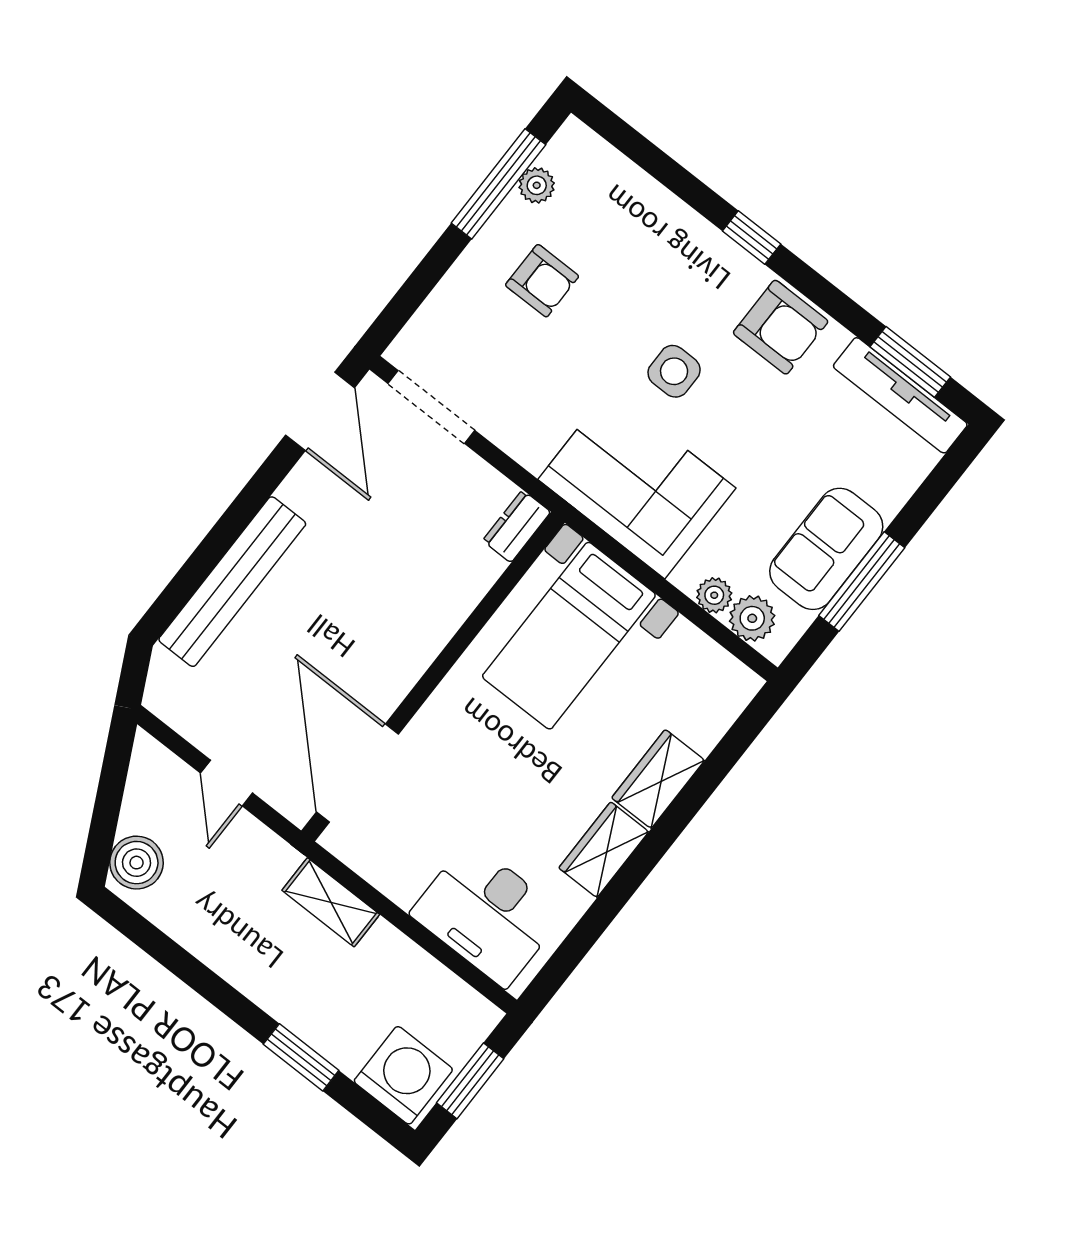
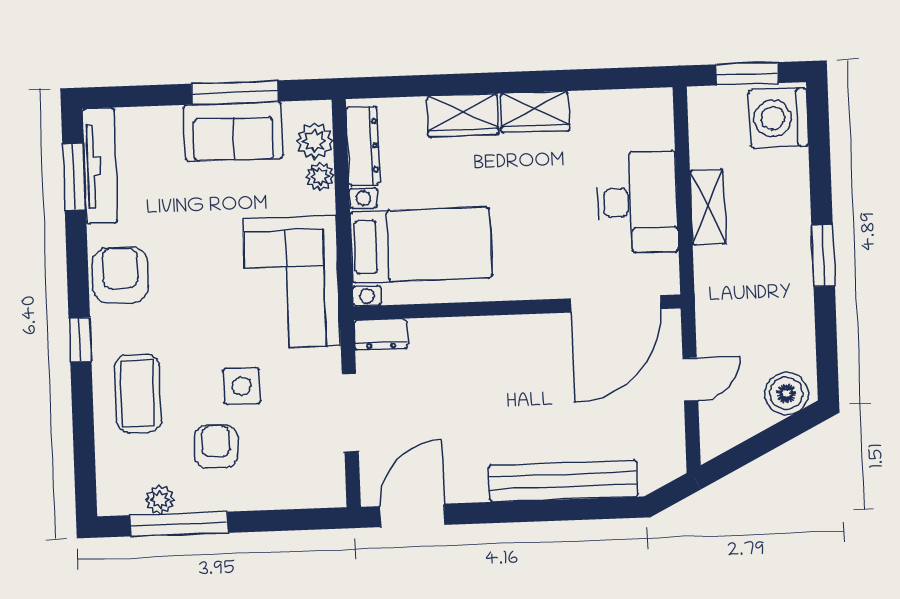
coffee table: (655, 249) -> (138, 394), added
side table: (674, 371) -> (242, 386), moved
doorway: (431, 407) -> (350, 412), moved
dresser: (709, 660) -> (363, 146), added
shelving: (331, 902) -> (708, 207), moved
desk: (487, 914) -> (637, 202), moved
window: (301, 1057) -> (823, 256), moved

